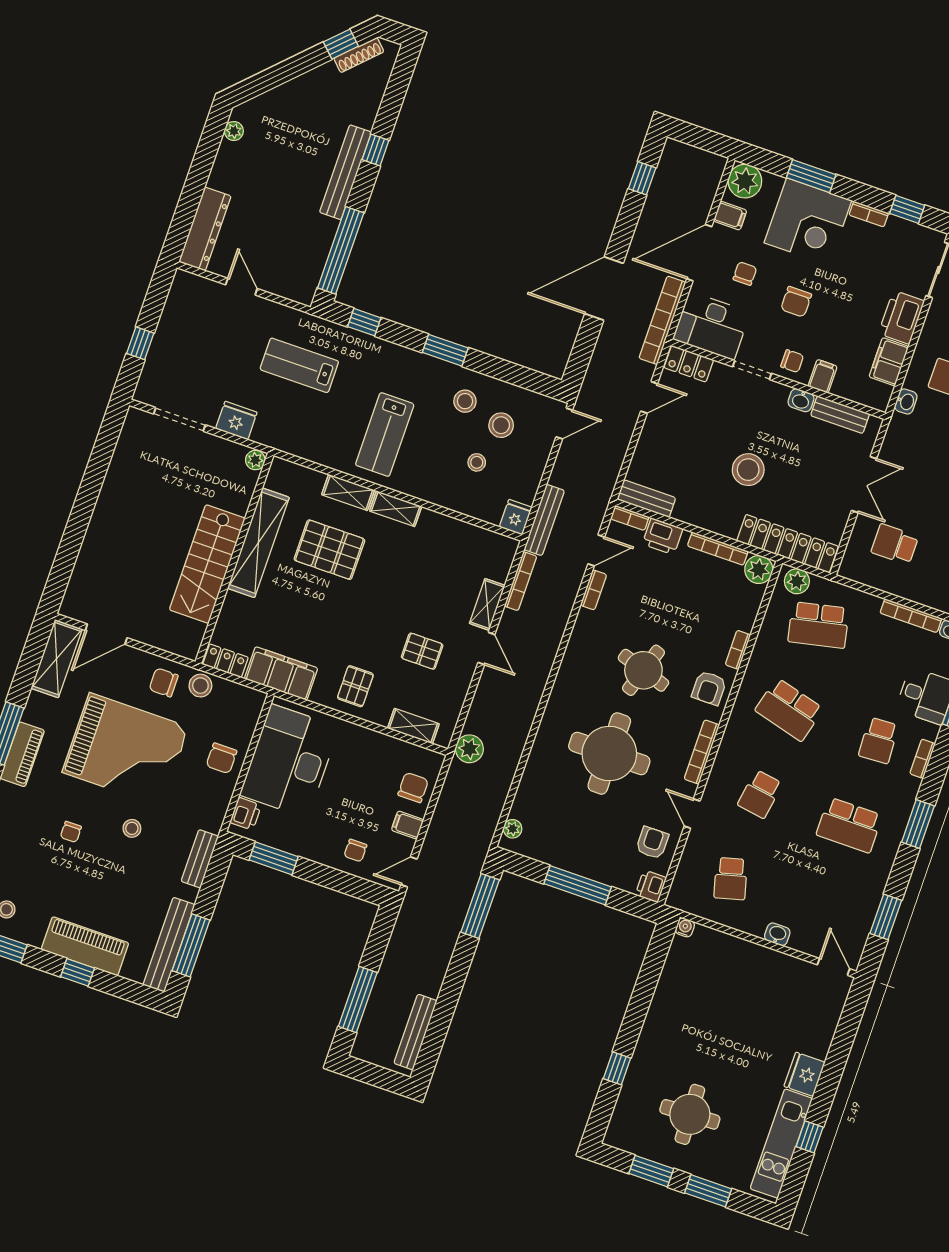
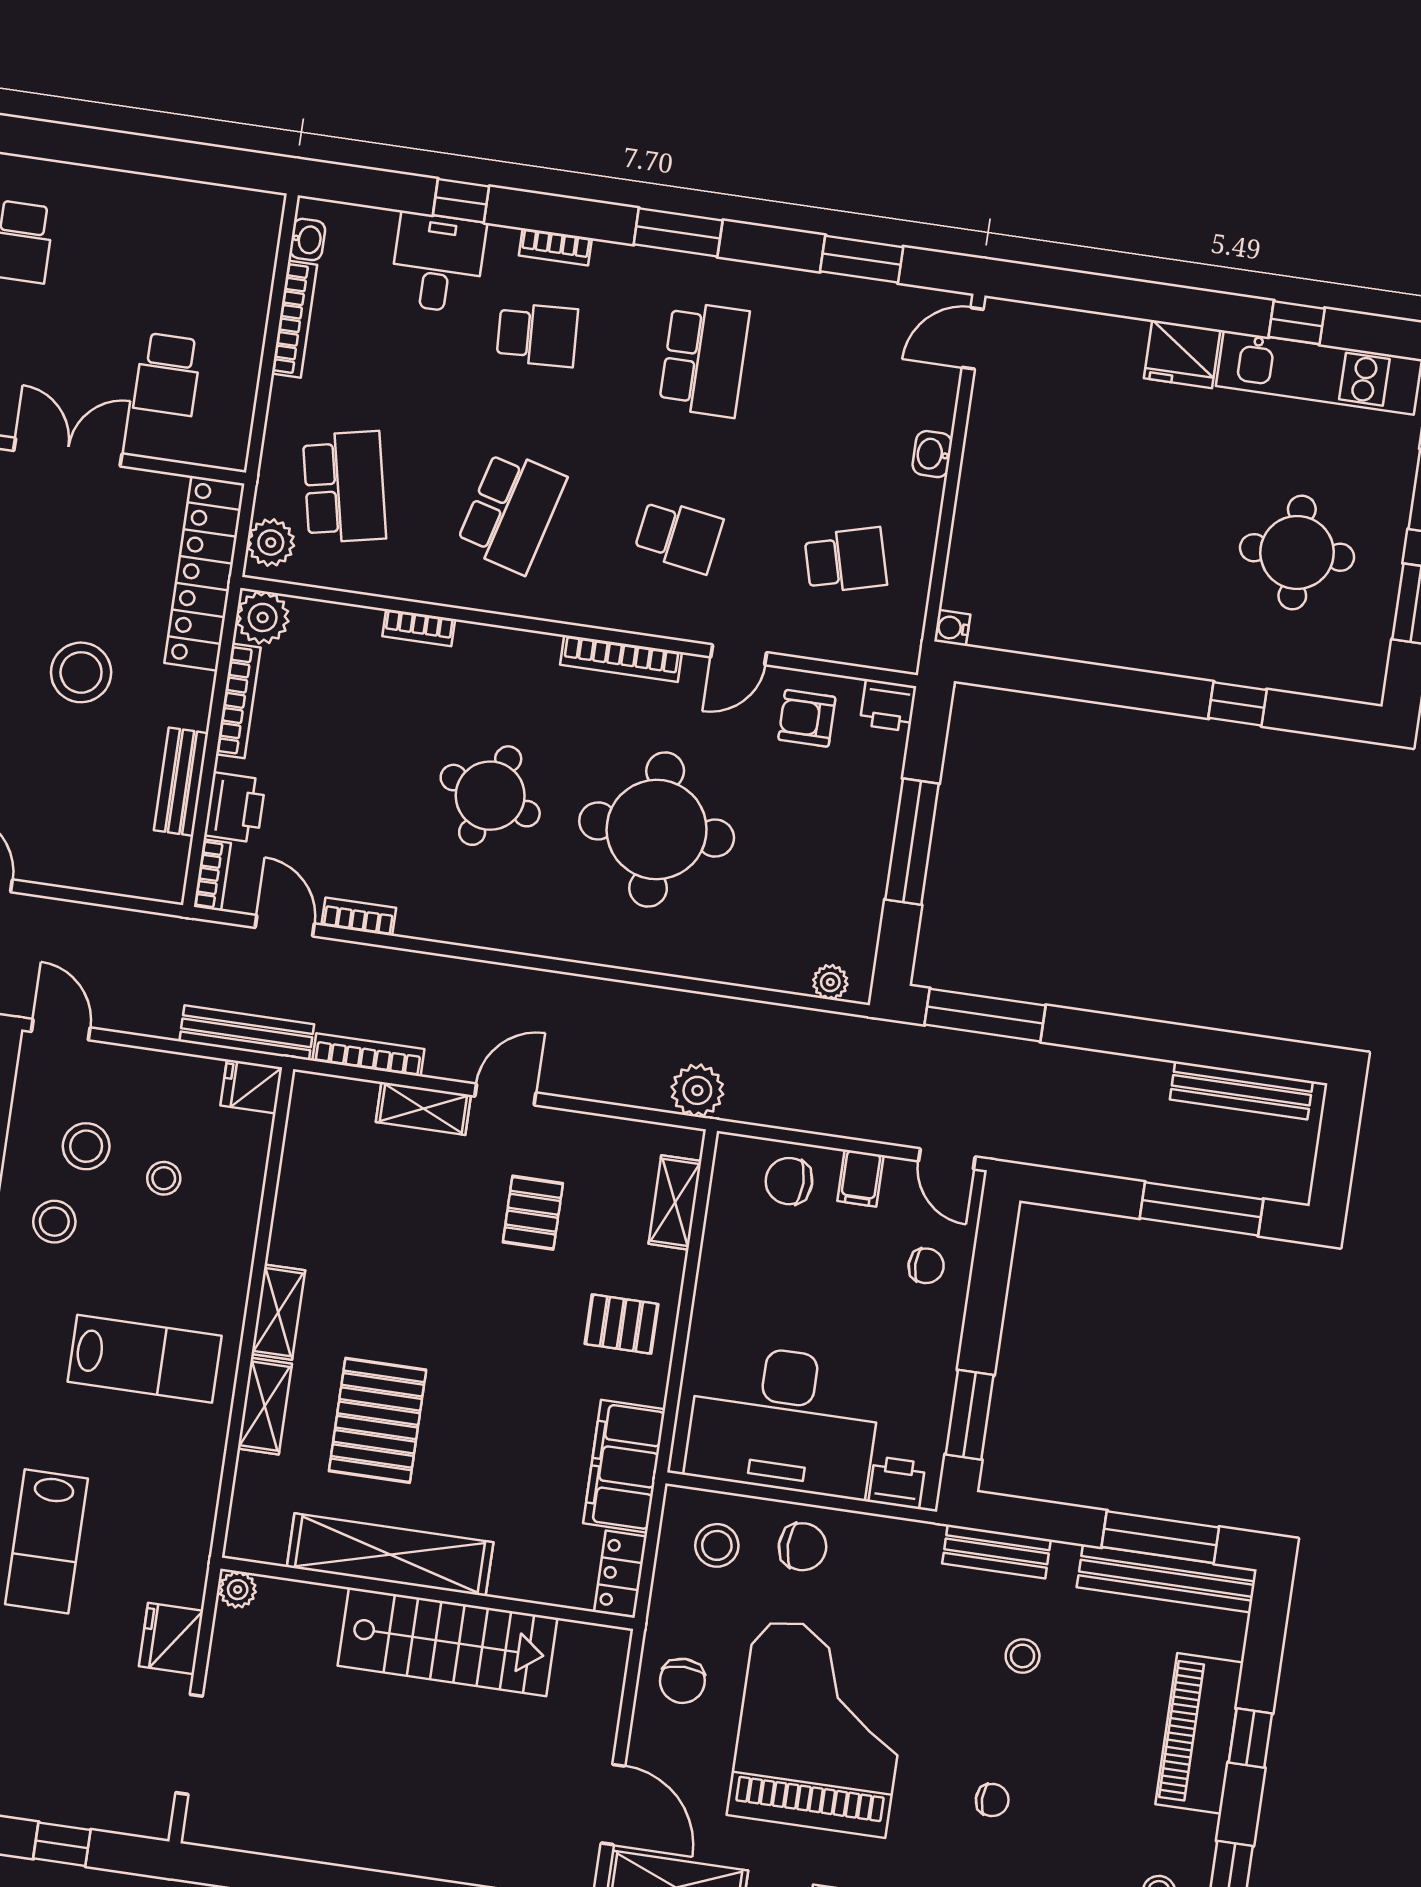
bench: (646, 499) -> (181, 782), moved
stool: (200, 686) -> (717, 1545), moved
armchair: (709, 688) -> (500, 668), removed
stool: (132, 828) -> (1023, 1656), moved

